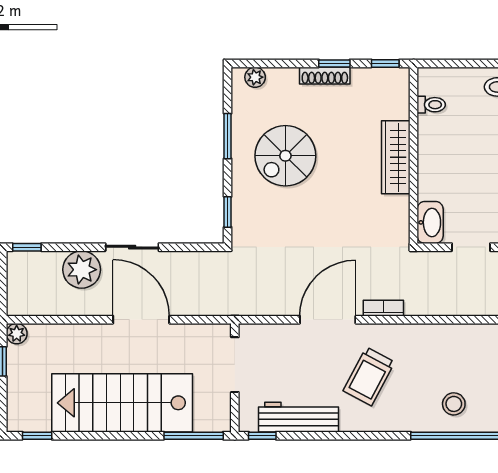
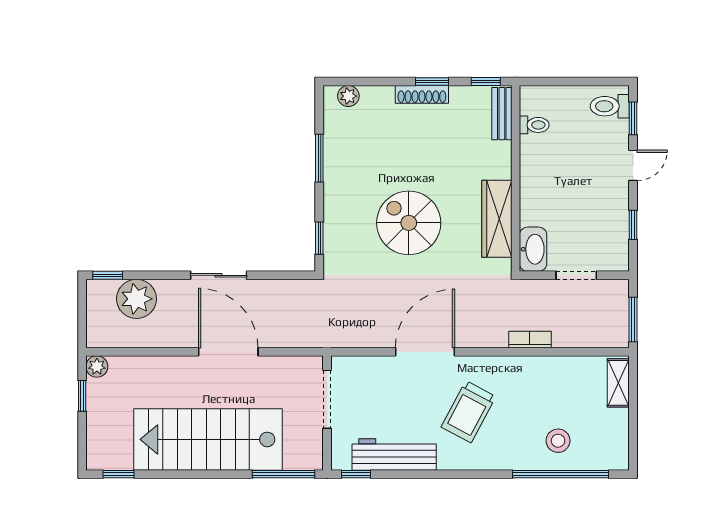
bench: (401, 94) -> (502, 114), added
spiral stairs: (285, 156) -> (409, 223), moved, turned 90
wardrobe: (396, 157) -> (497, 219), moved
plant: (82, 270) -> (136, 299), moved
bookcase: (383, 308) -> (530, 340), moved

